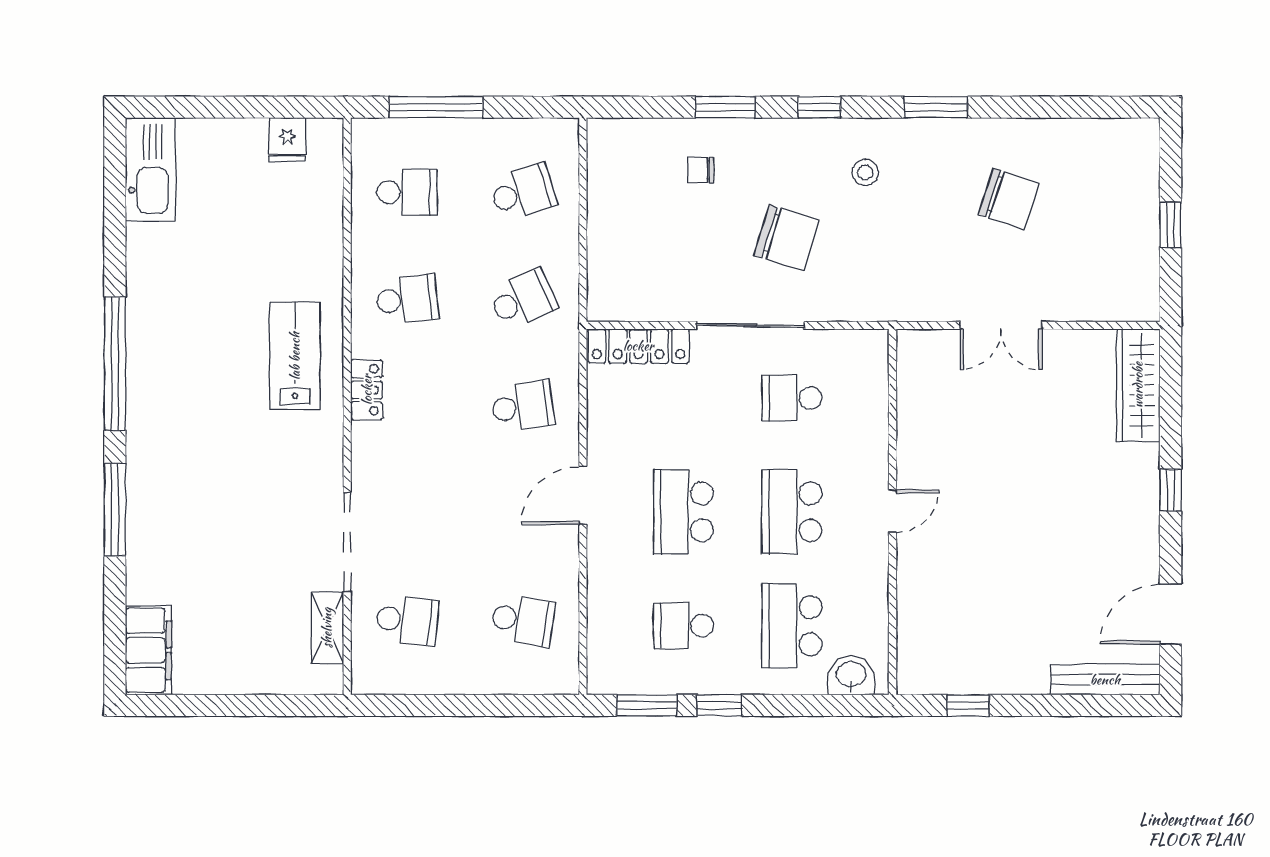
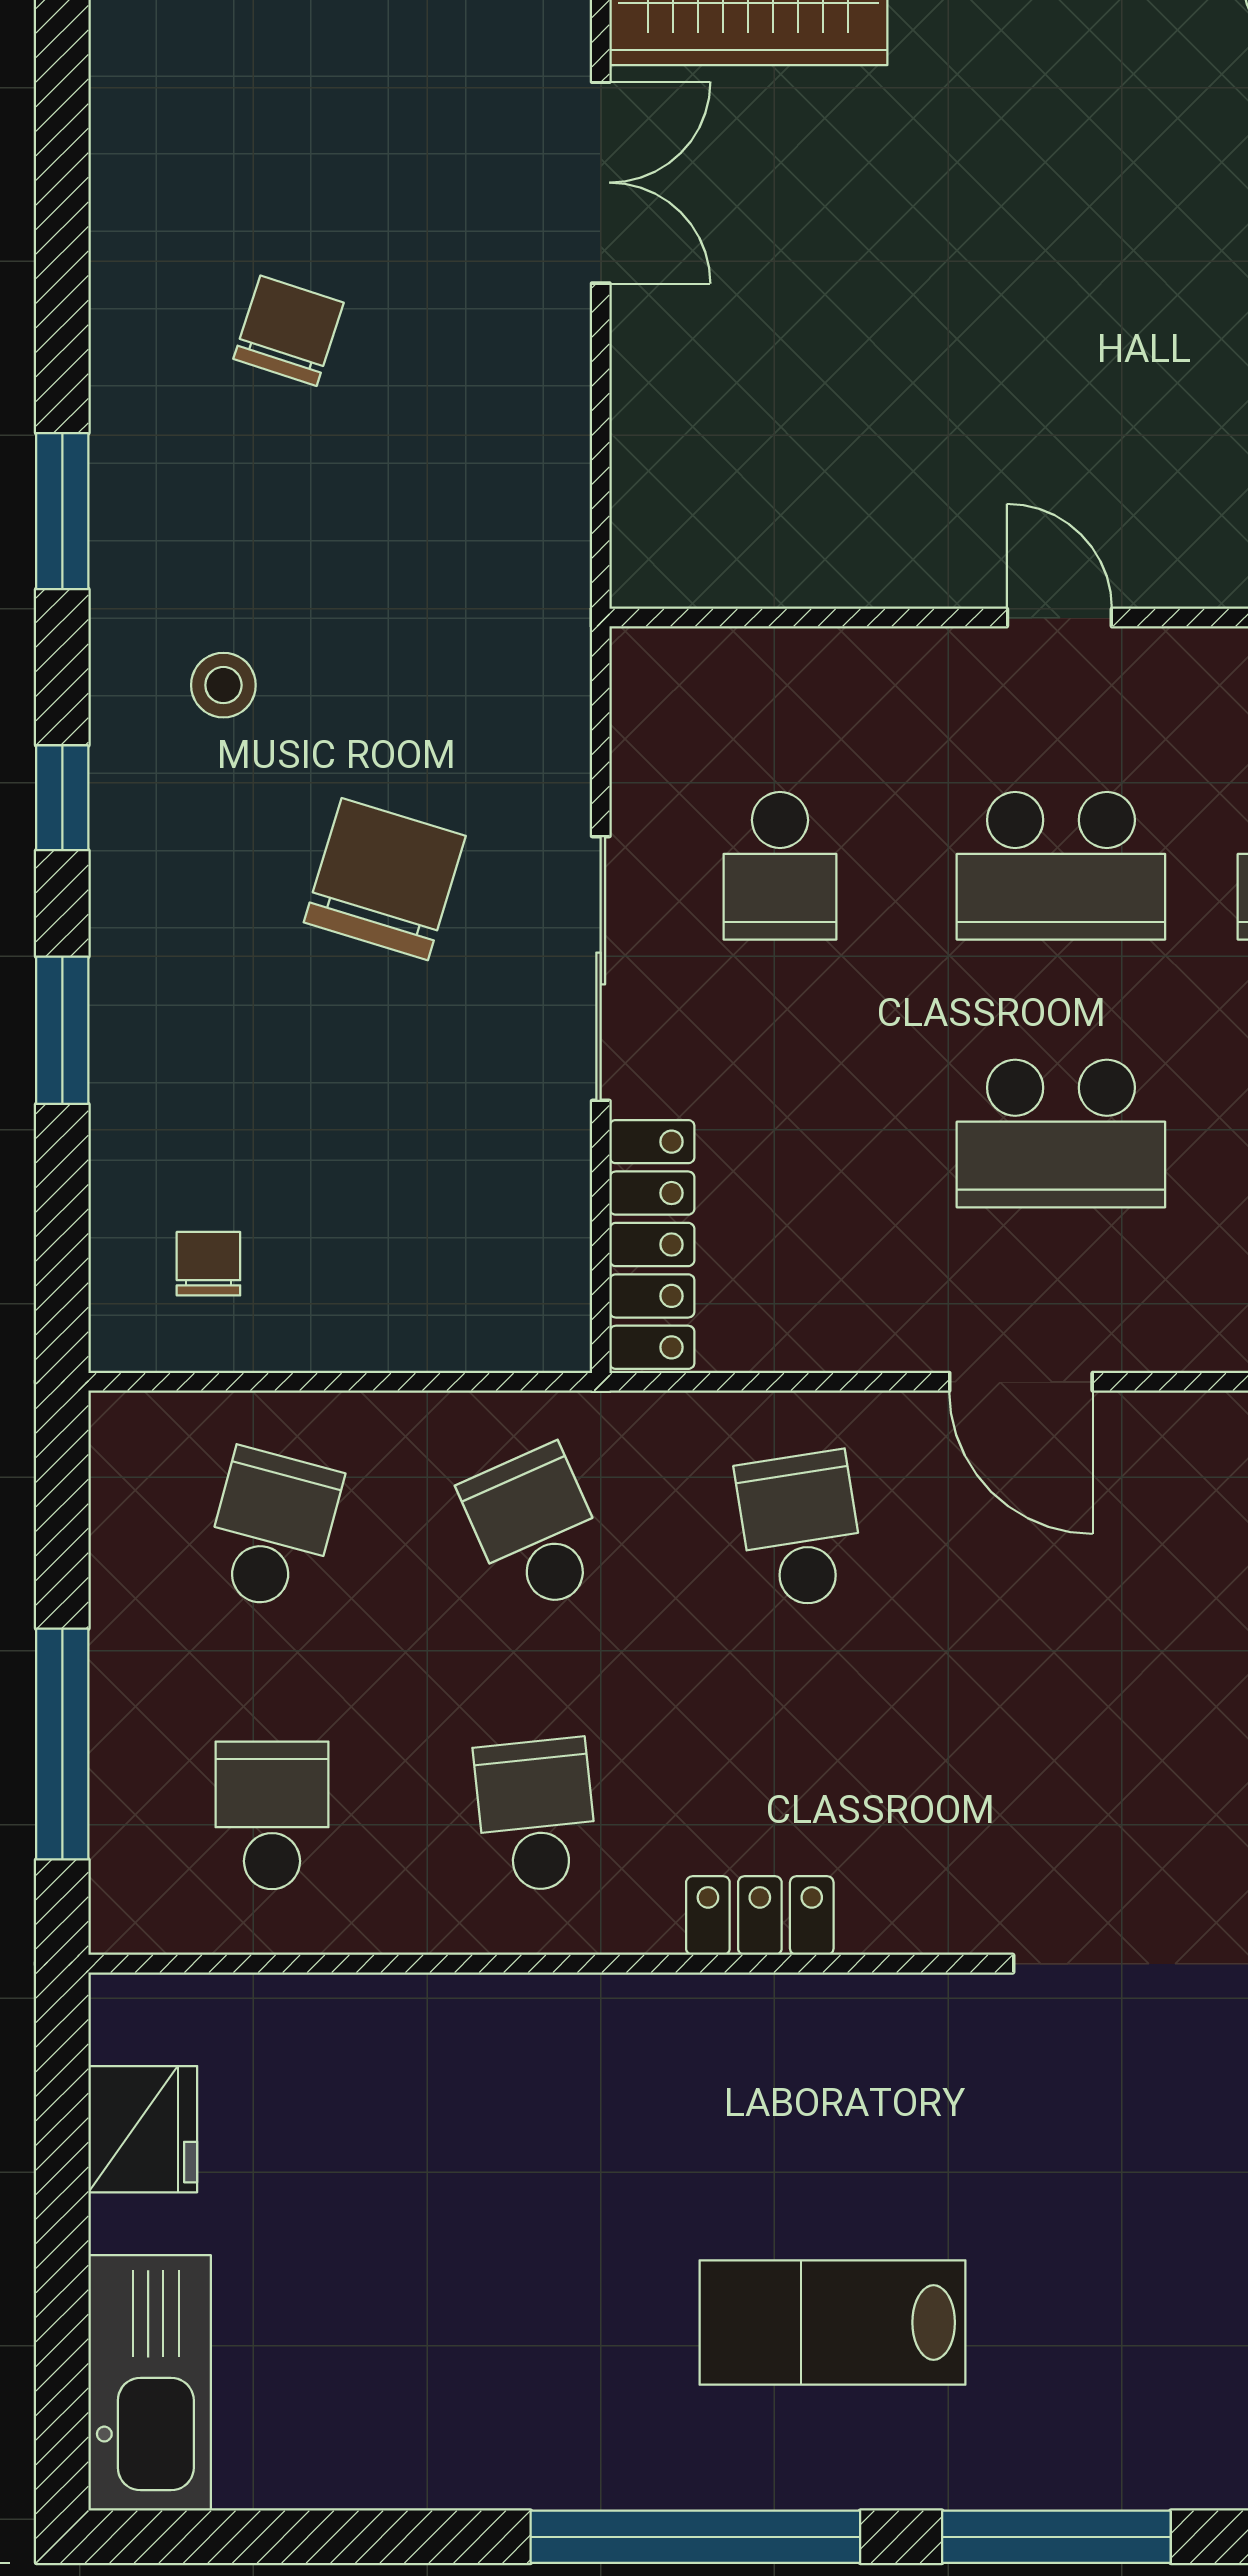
fridge: (287, 140) -> (143, 2129), width x1.38
kitchen sink: (150, 169) -> (150, 2383), moved, turned 90
chair: (701, 170) -> (208, 1264), moved, turned 180
school desk: (523, 192) -> (272, 1530), turned 33
chair: (1009, 199) -> (288, 331), width x0.73, depth x0.73
double door: (1001, 325) -> (601, 183), moved
lab bench: (295, 356) -> (833, 2322), moved

